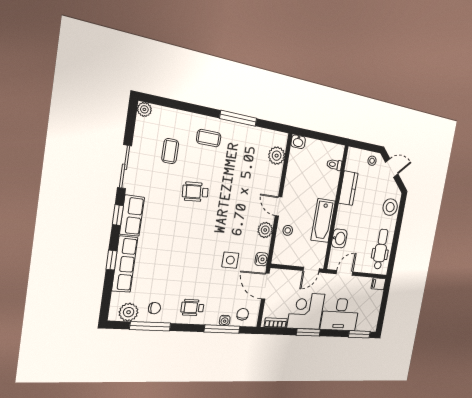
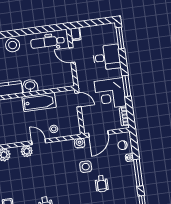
door: (278, 206) -> (39, 142), swing flipped
plant: (265, 230) -> (27, 151), moved
washbasin: (339, 238) -> (30, 86), moved
door: (345, 273) -> (72, 55), moved
wheelchair: (192, 308) -> (102, 184), moved
desk: (340, 315) -> (107, 57), width x0.73
window: (222, 329) -> (138, 173), moved

